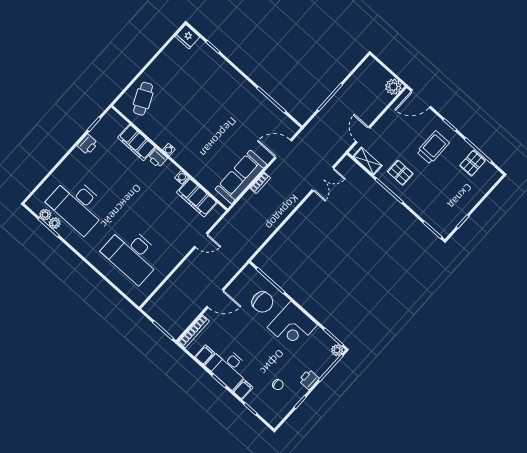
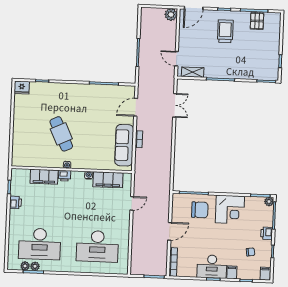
cafe table: (143, 99) -> (61, 134), moved, width x1.37, depth x1.35
pallet: (400, 173) -> (218, 63), removed
filing cabinet: (205, 355) -> (265, 274), moved

